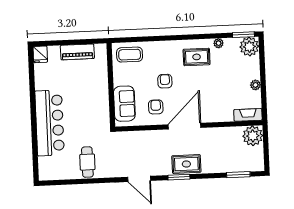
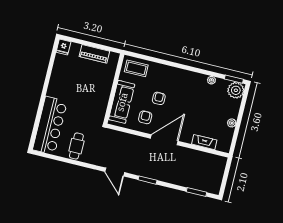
rug: (197, 57) -> (190, 86), removed
sofa: (124, 104) -> (122, 102), width x1.36
fireplace: (248, 115) -> (204, 142), moved
bar counter: (50, 123) -> (50, 126), moved
plant: (253, 136) -> (217, 164), removed
rug: (186, 164) -> (157, 171), removed

